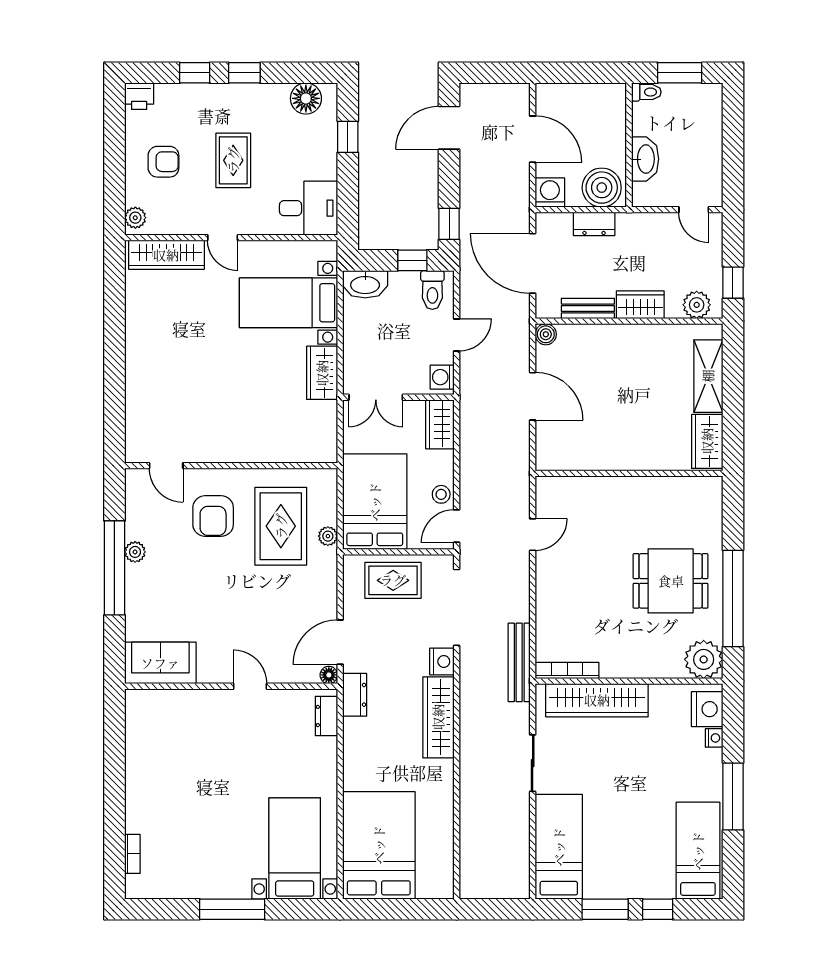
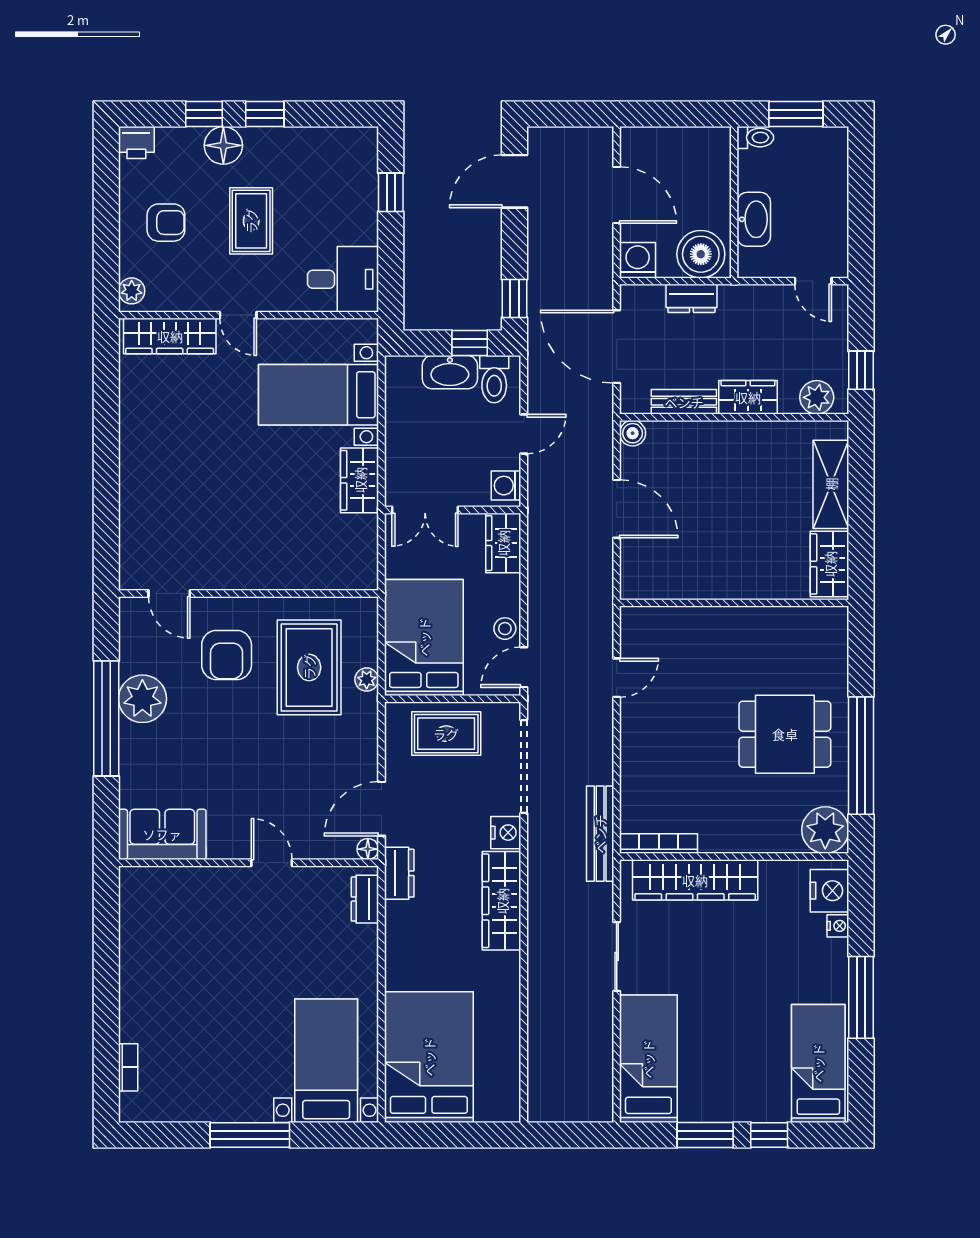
floor lamp: (306, 98) -> (223, 145), moved
washbasin: (365, 284) -> (450, 372), moved
plant: (135, 552) -> (142, 699), width x1.87, depth x1.87

